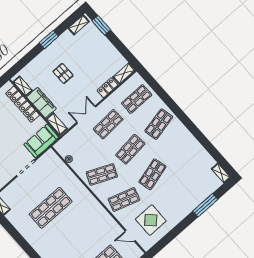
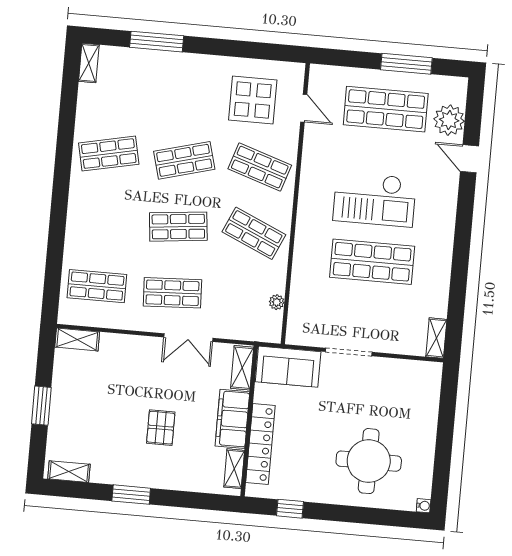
window: (101, 25) -> (41, 406), moved
locker: (107, 88) -> (120, 344), removed
shop shelf: (159, 124) -> (109, 154), moved
checkout: (73, 230) -> (374, 199), added

